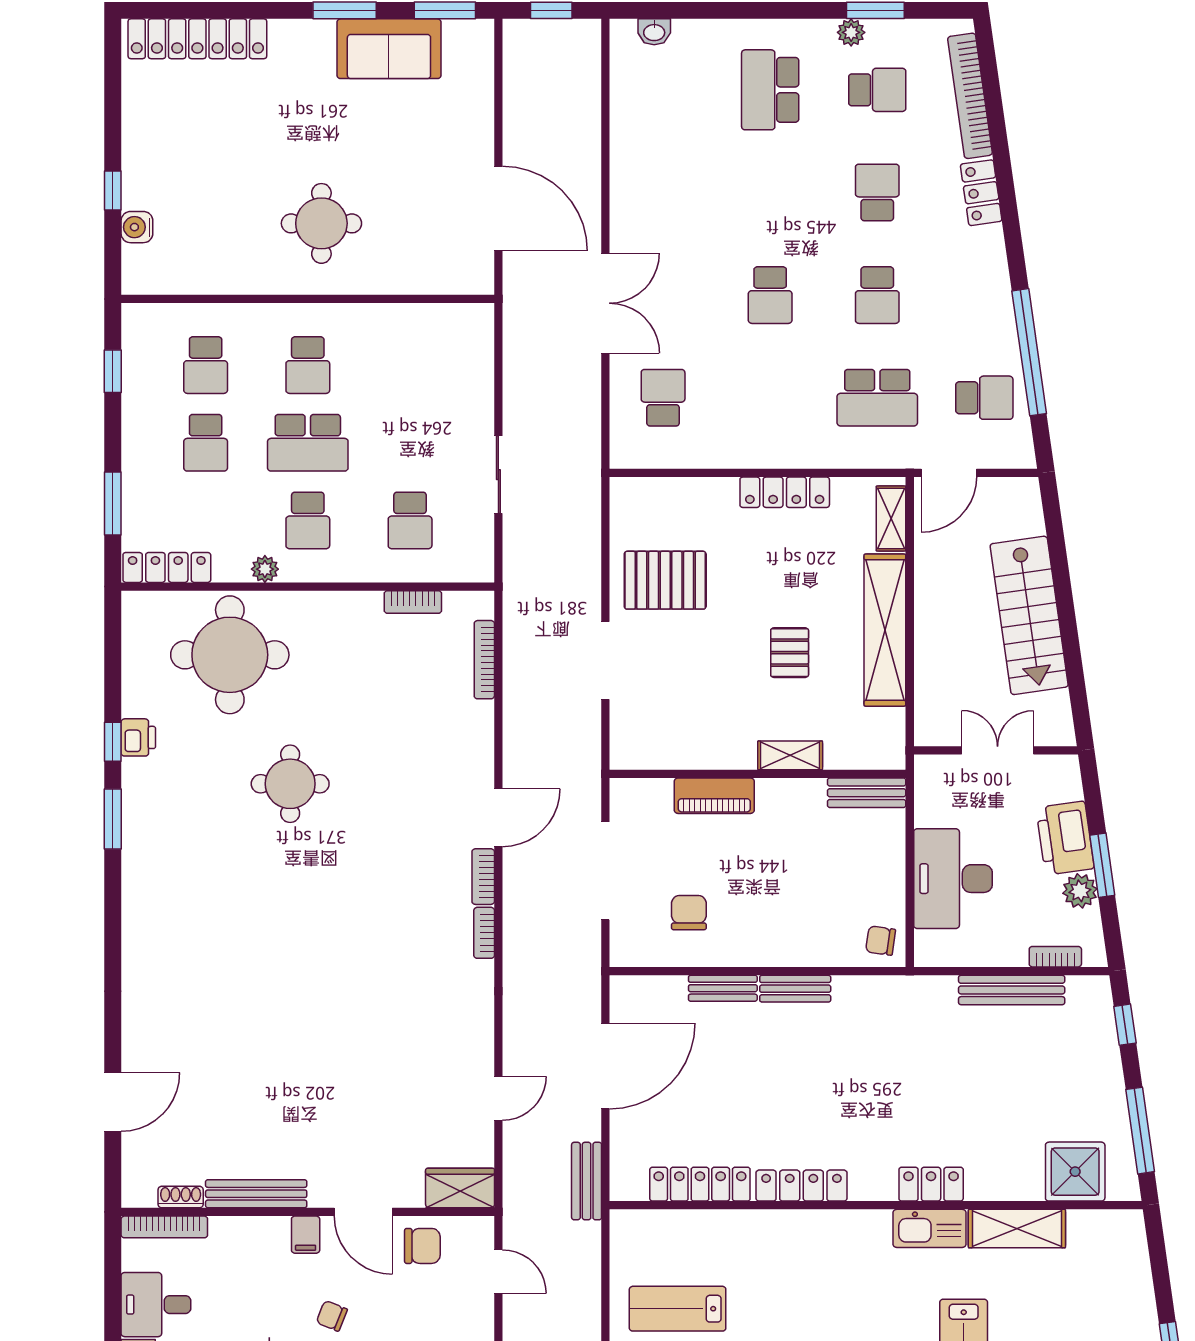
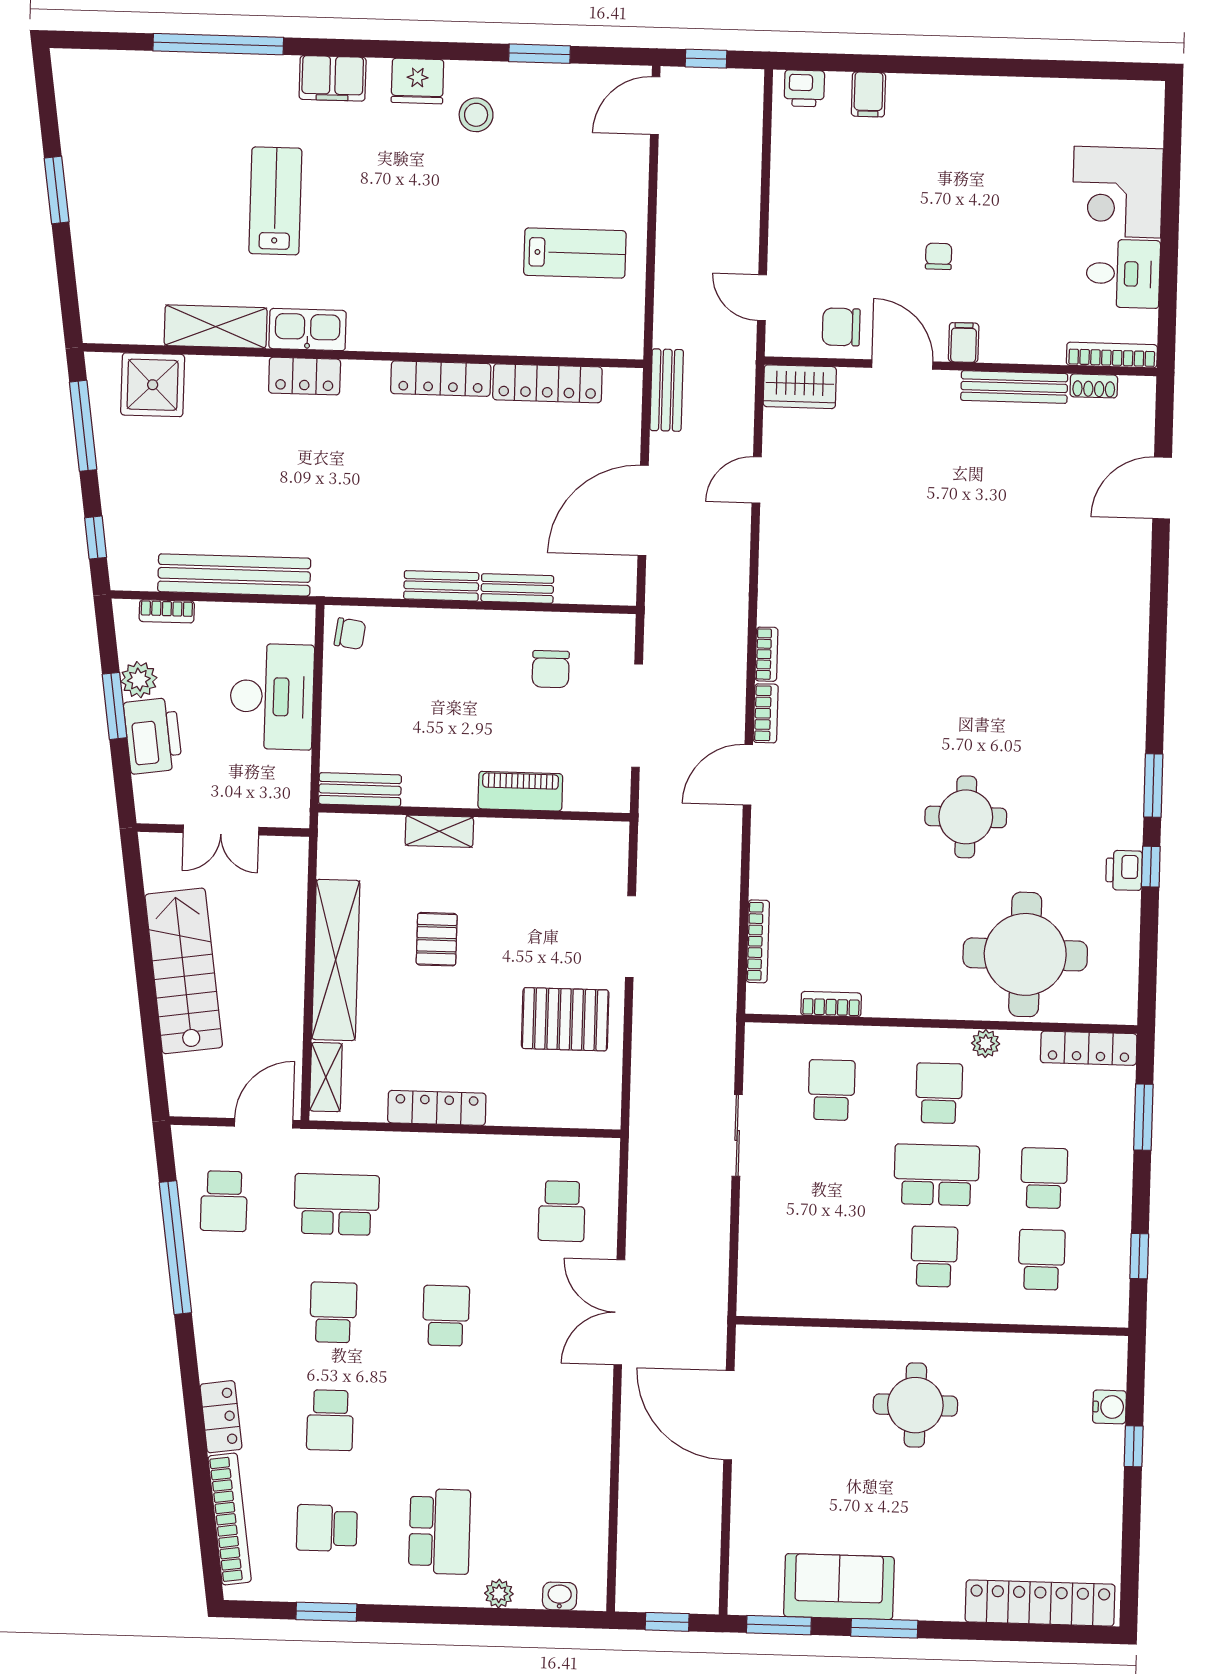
plant: (851, 32) -> (499, 1594), moved
school desk: (984, 398) -> (224, 1201), turned -90
bench: (1012, 990) -> (234, 575), width x1.37, depth x1.21
chair: (332, 1316) -> (939, 256), turned -112

